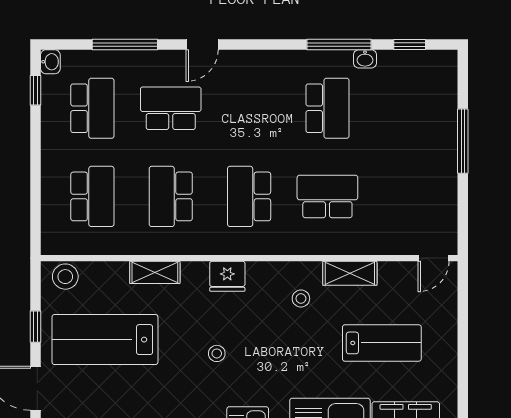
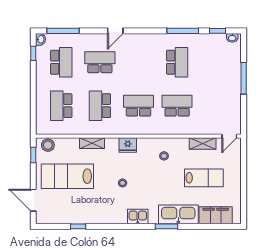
window: (125, 45) -> (63, 31), moved
washbasin: (365, 59) -> (232, 38), moved
school desk: (92, 196) -> (61, 106), turned 180
school desk: (249, 196) -> (138, 106), turned 90
shelving: (350, 273) -> (203, 143), moved
window: (35, 327) -> (33, 155), moved

